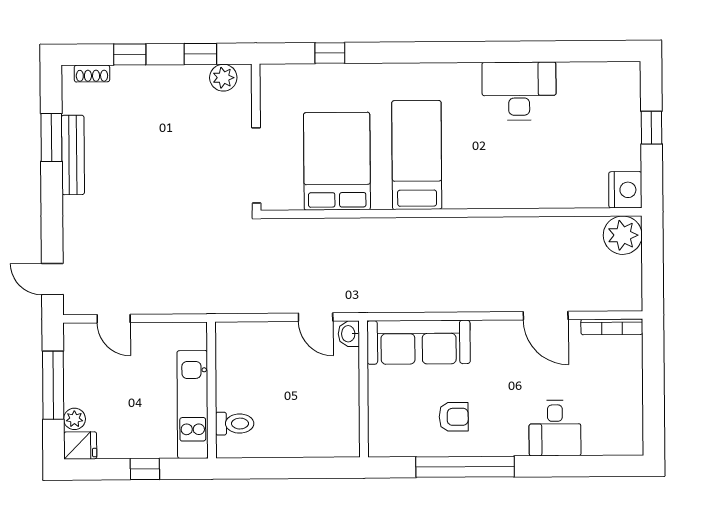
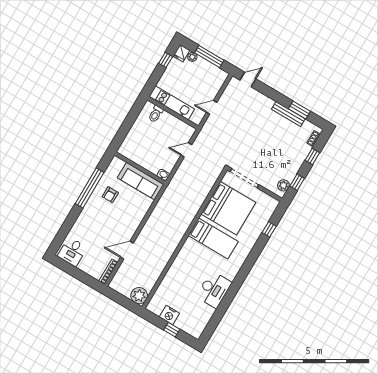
bed: (337, 161) -> (228, 208), width x1.36
nightstand: (625, 190) -> (169, 315), moved
door: (316, 317) -> (186, 150), moved
door: (114, 319) -> (212, 107), moved
sofa: (419, 342) -> (141, 181), moved, turned -90
desk: (555, 428) -> (72, 252), moved, turned -90
window: (145, 469) -> (166, 60), moved

